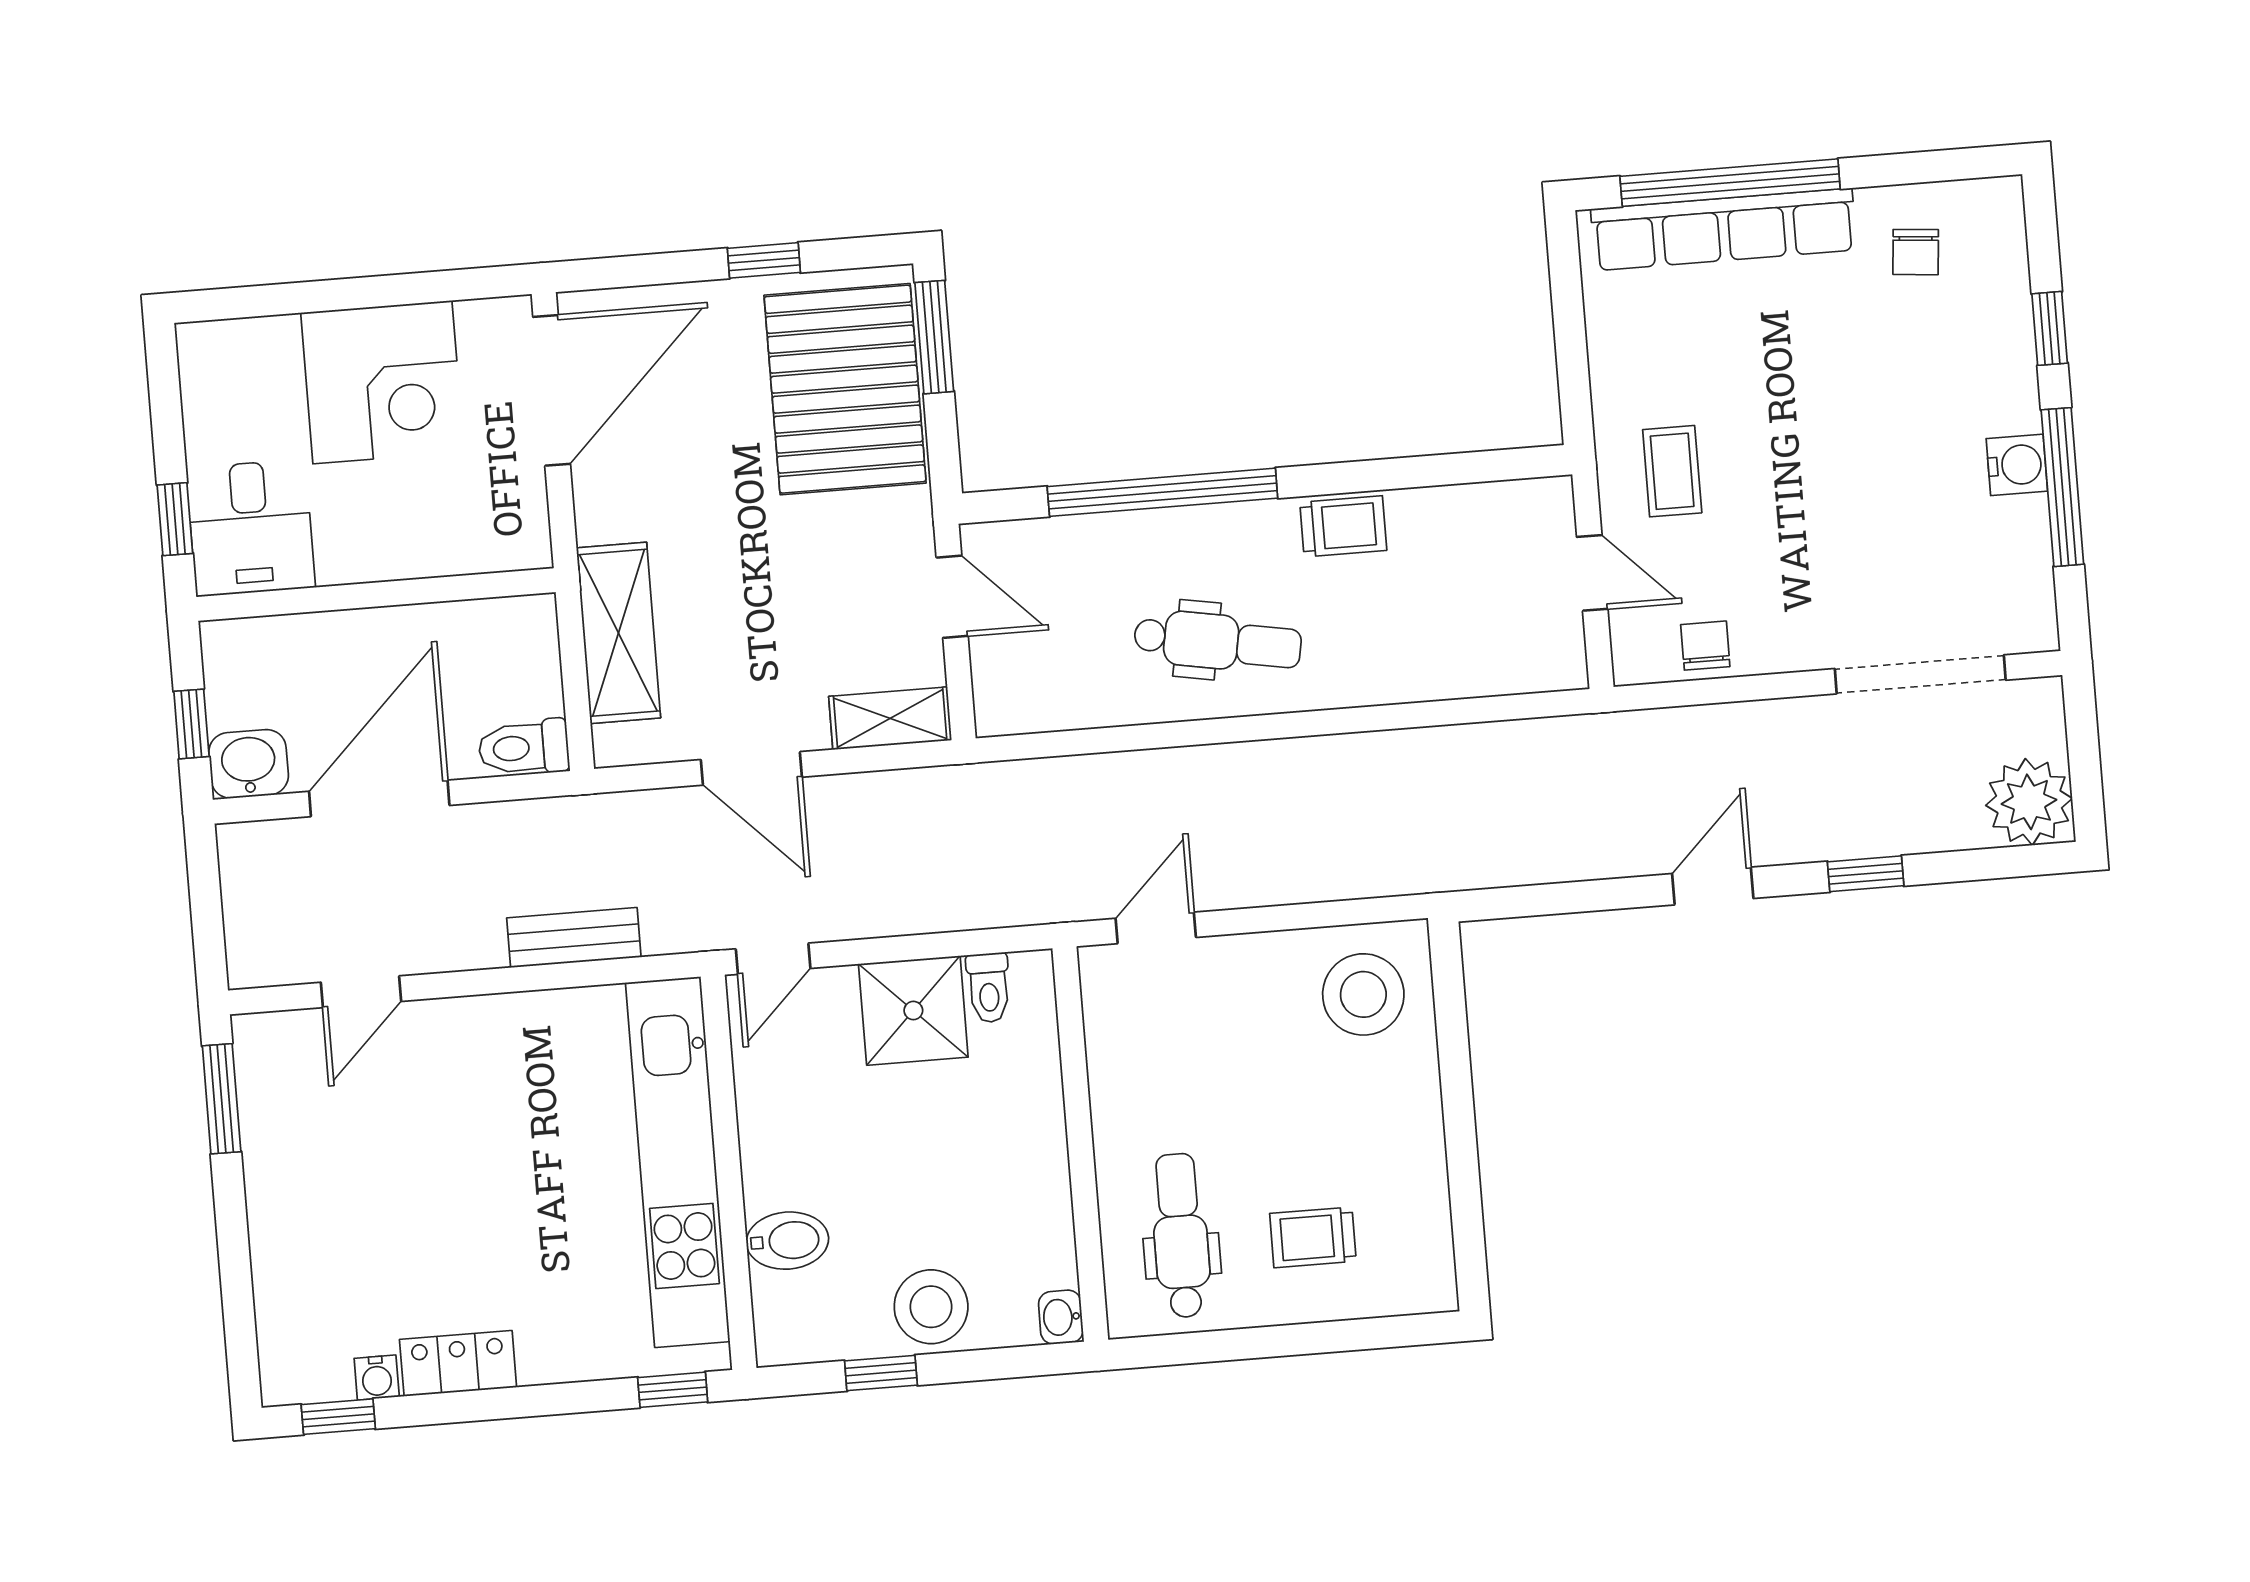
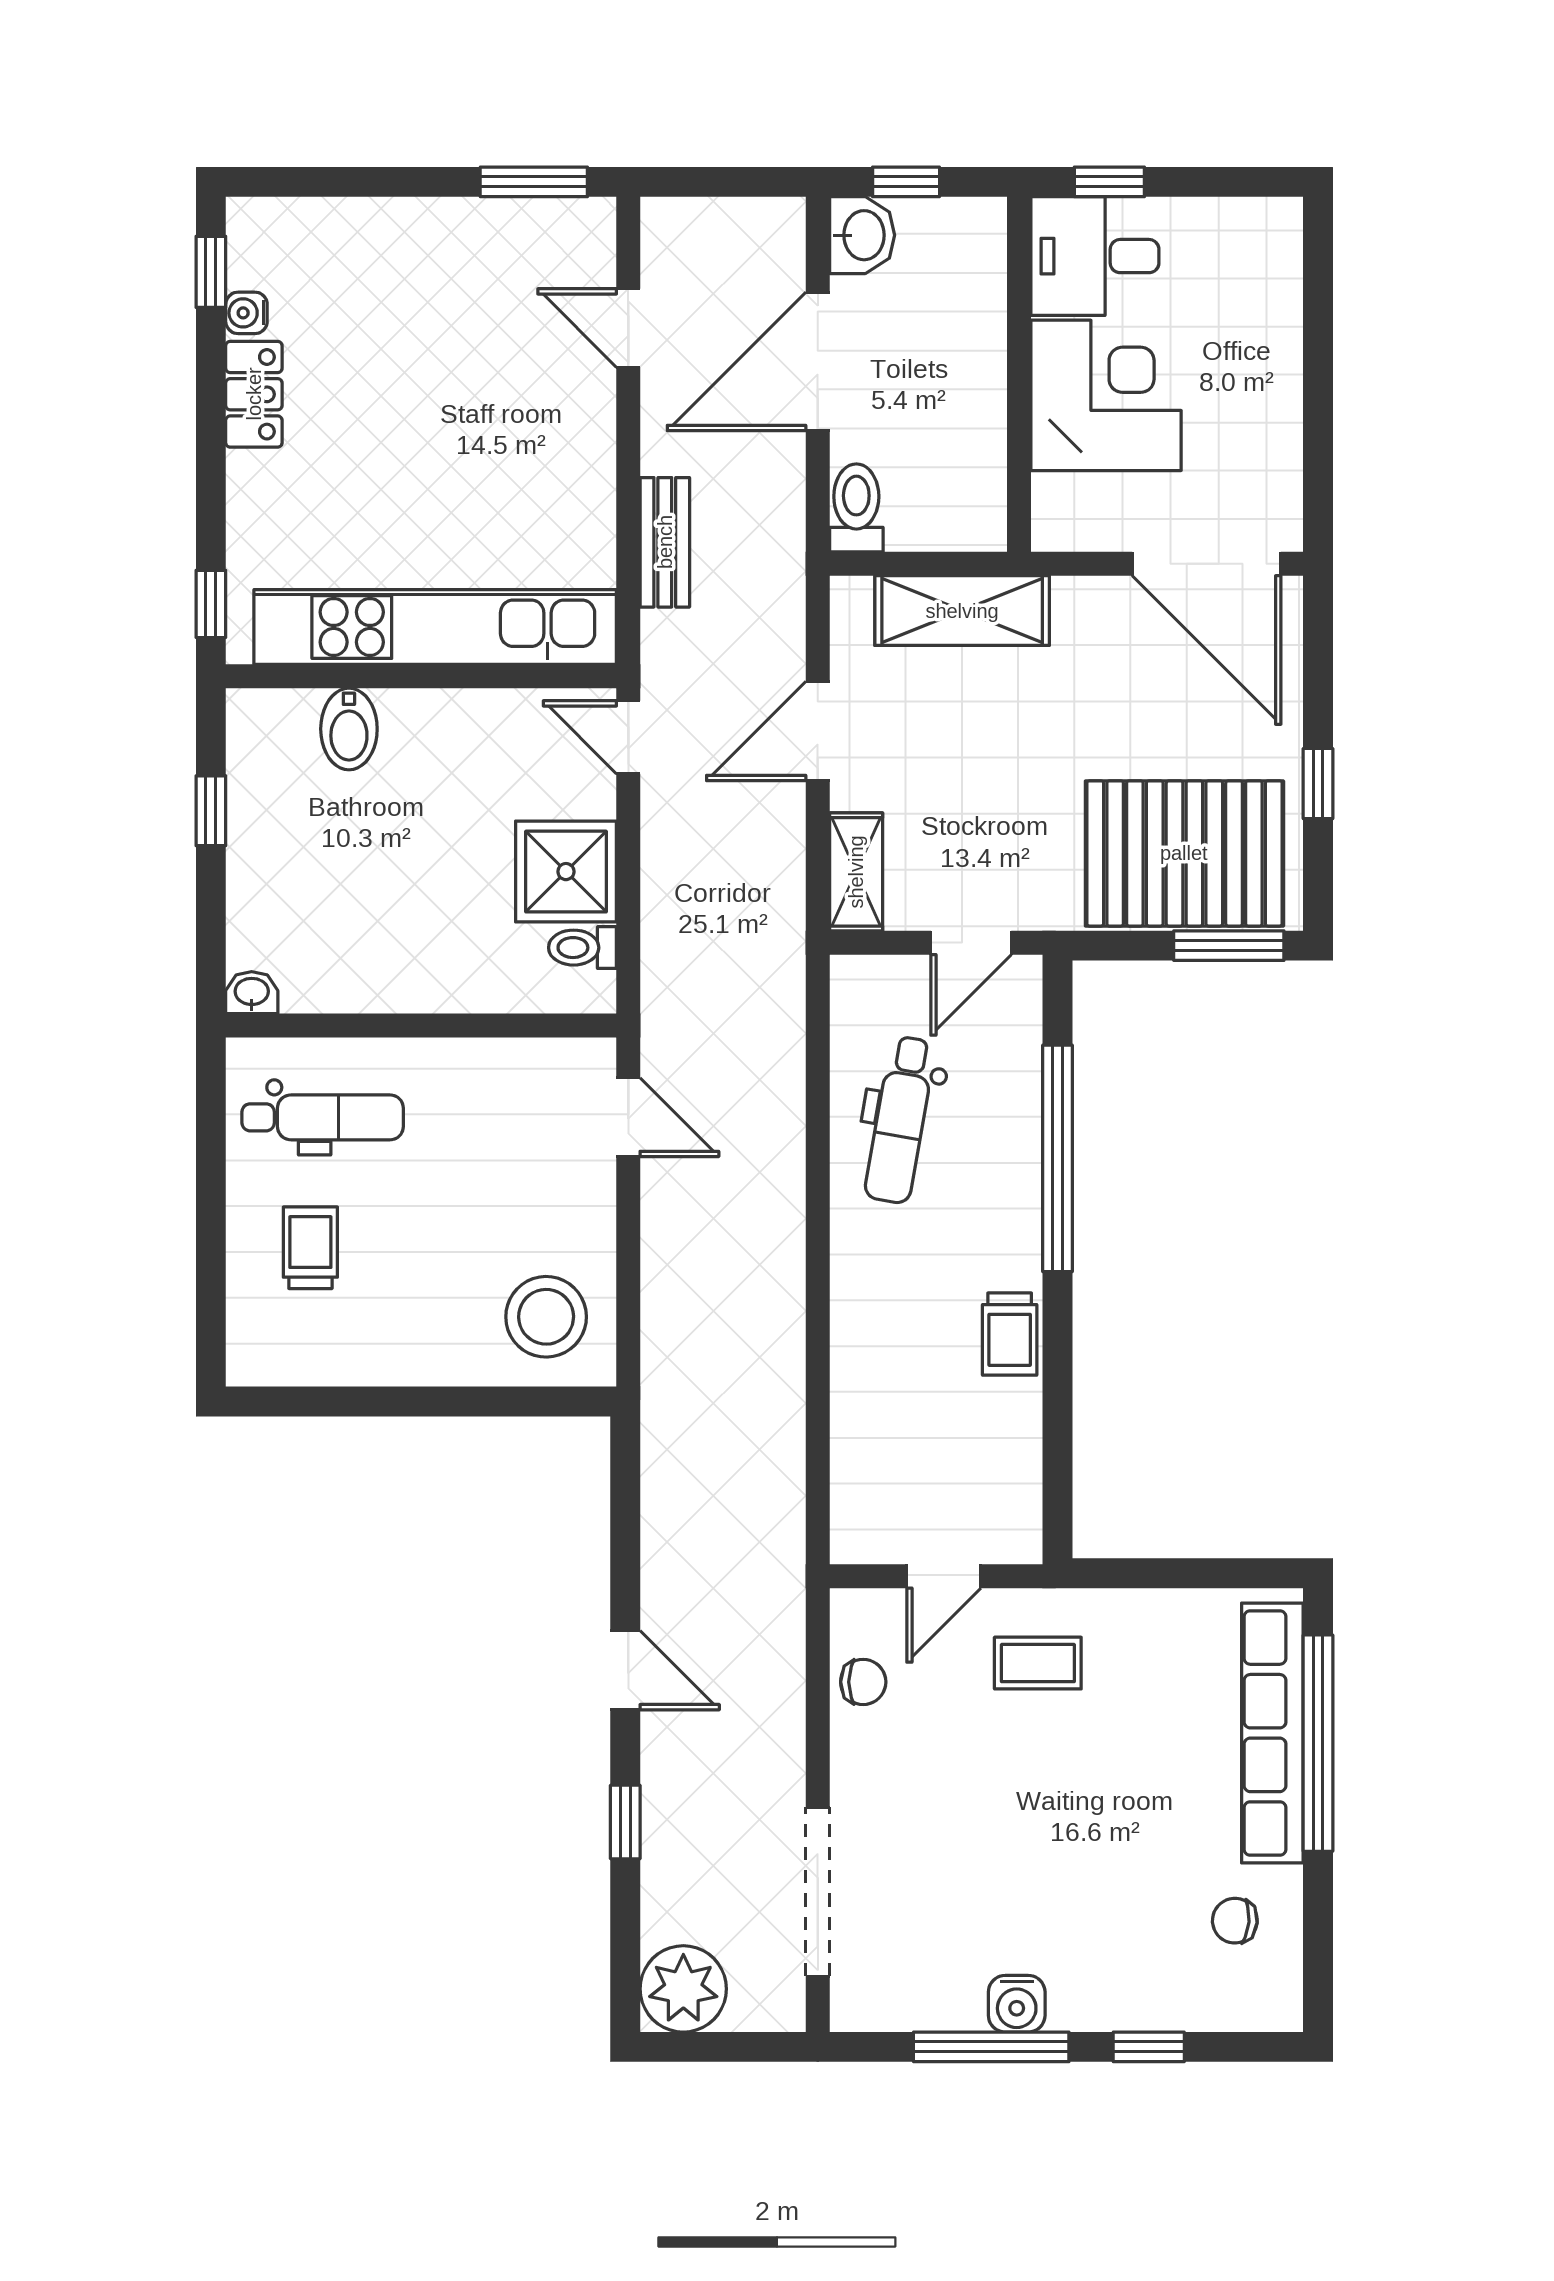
corner desk: (382, 382) -> (1106, 395), moved, turned 180
dental chair: (1218, 642) -> (900, 1120), moved
door: (379, 798) -> (818, 361), swing flipped
stool: (931, 1307) -> (272, 865), removed

